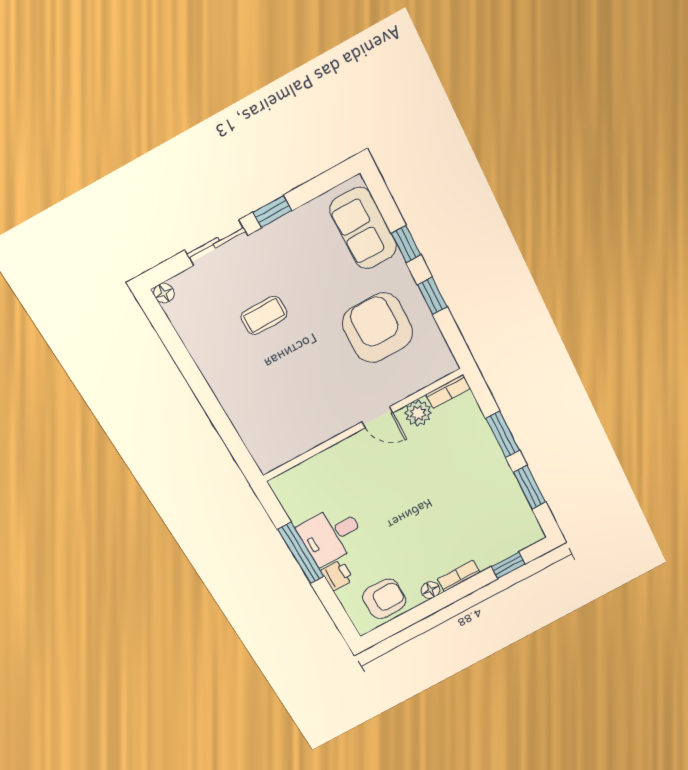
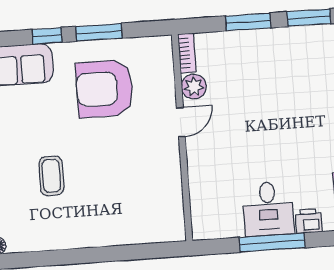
window: (432, 296) -> (99, 32), width x1.50

